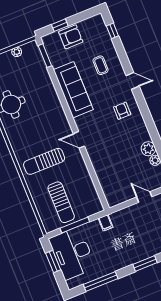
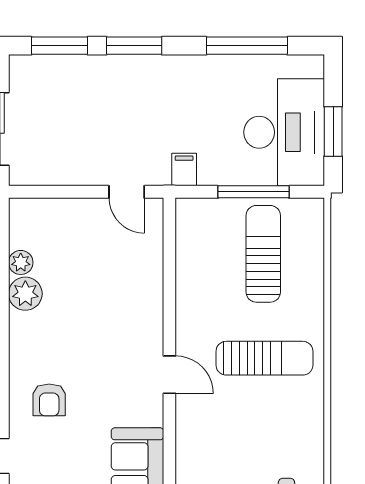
door: (144, 197) -> (127, 192), moved

